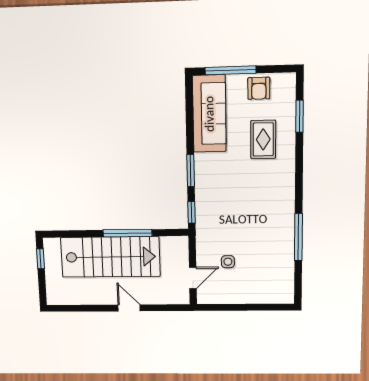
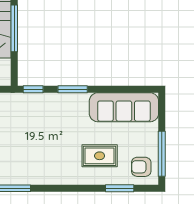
window: (230, 70) -> (162, 154), moved
armchair: (259, 88) -> (141, 167), moved

